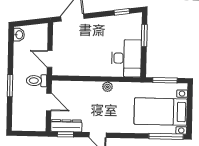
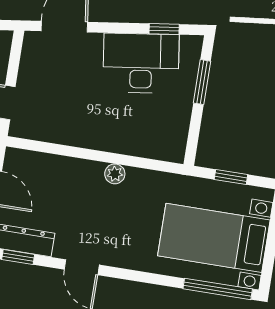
desk: (126, 58) -> (141, 63), moved, turned -98
window: (165, 80) -> (231, 177), width x0.67

